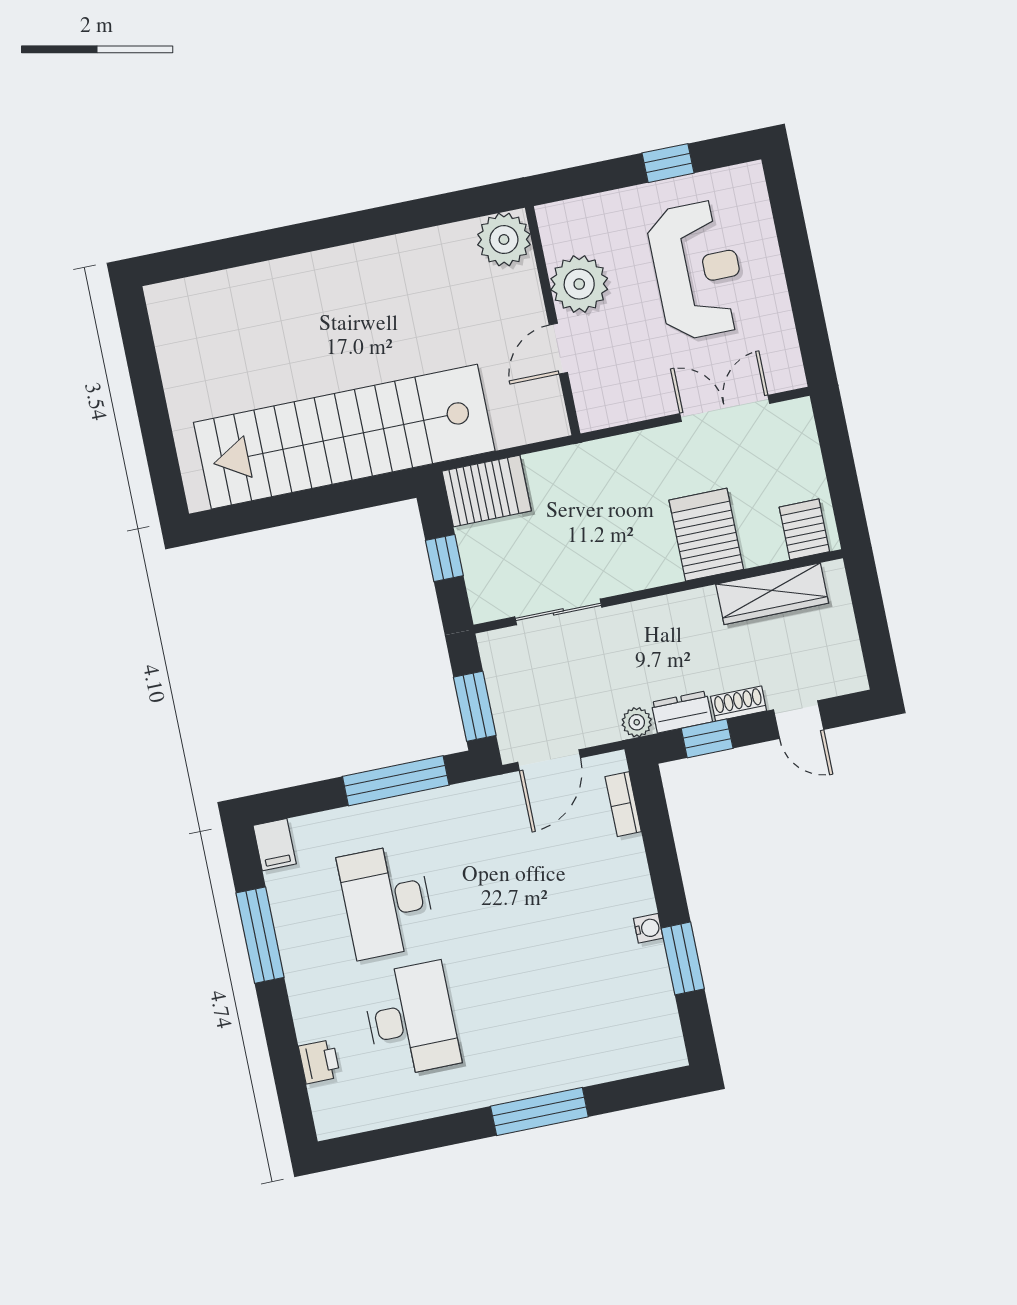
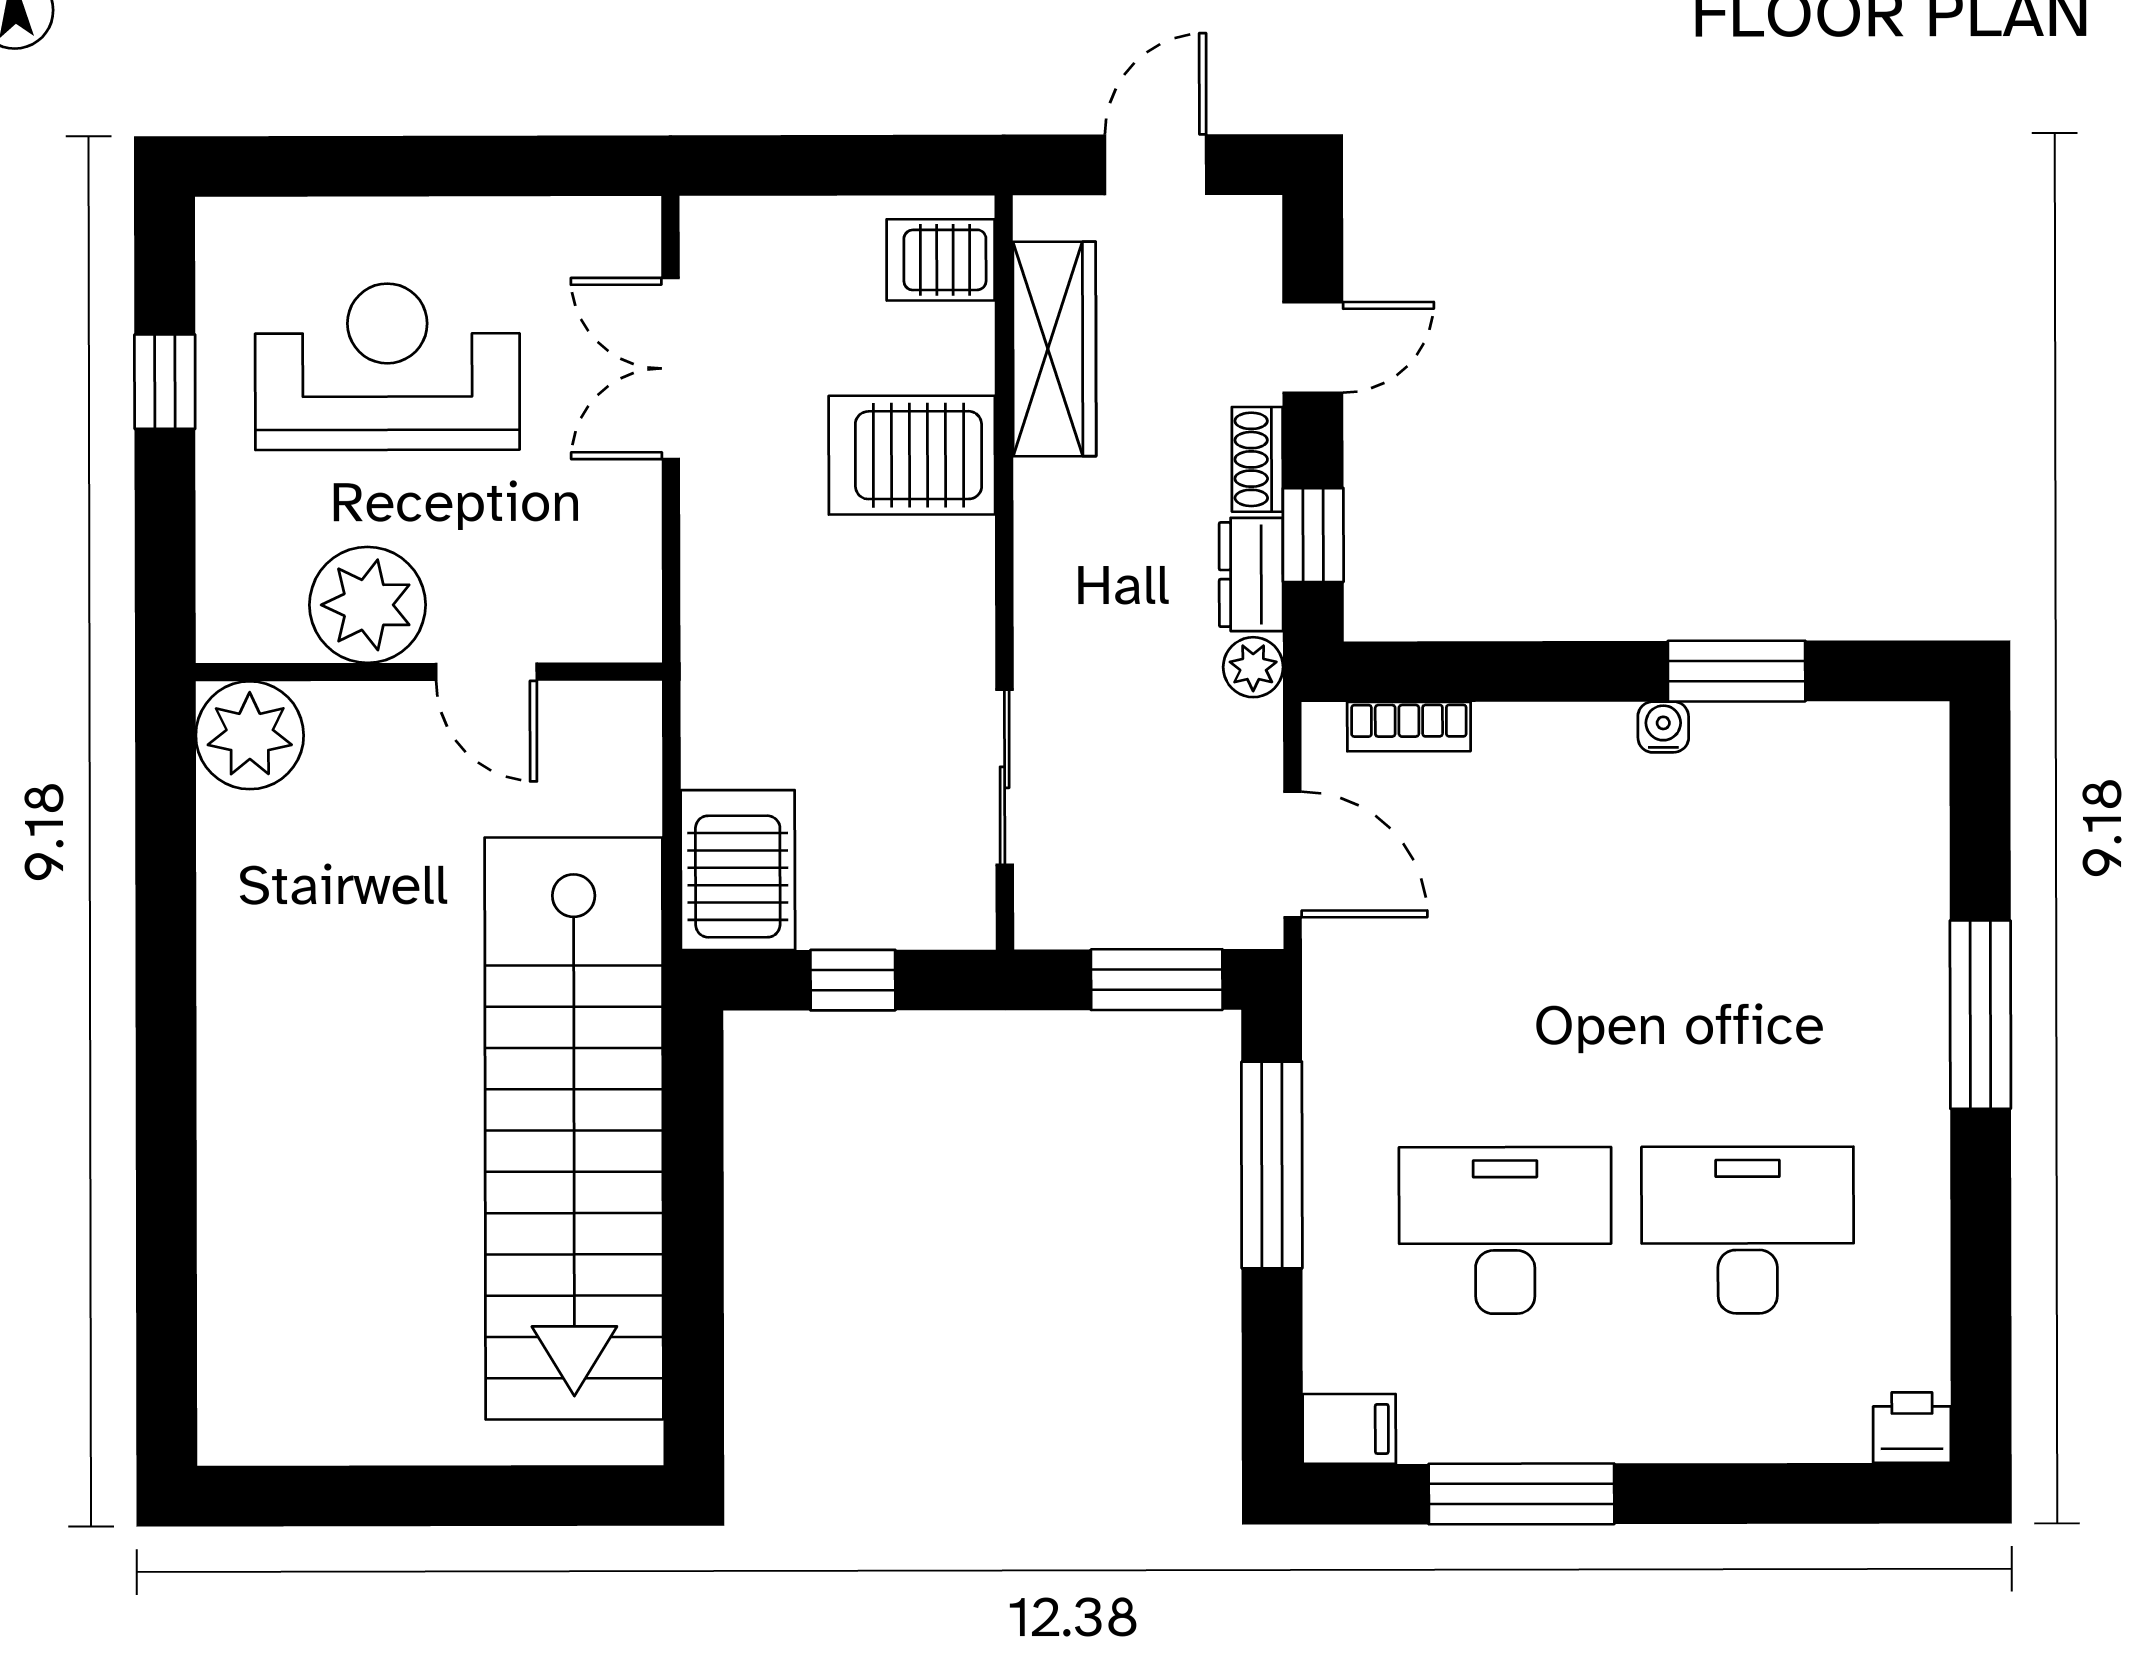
door: (872, 625) -> (1156, 165), added
desk: (387, 901) -> (1505, 1230), turned 180
printer: (319, 1062) -> (1912, 1428), moved

